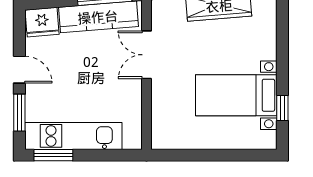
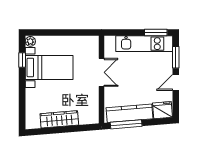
double door: (147, 55) -> (101, 72), moved
door: (19, 70) -> (176, 82), hinge flipped
plant: (268, 140) -> (30, 41), added

